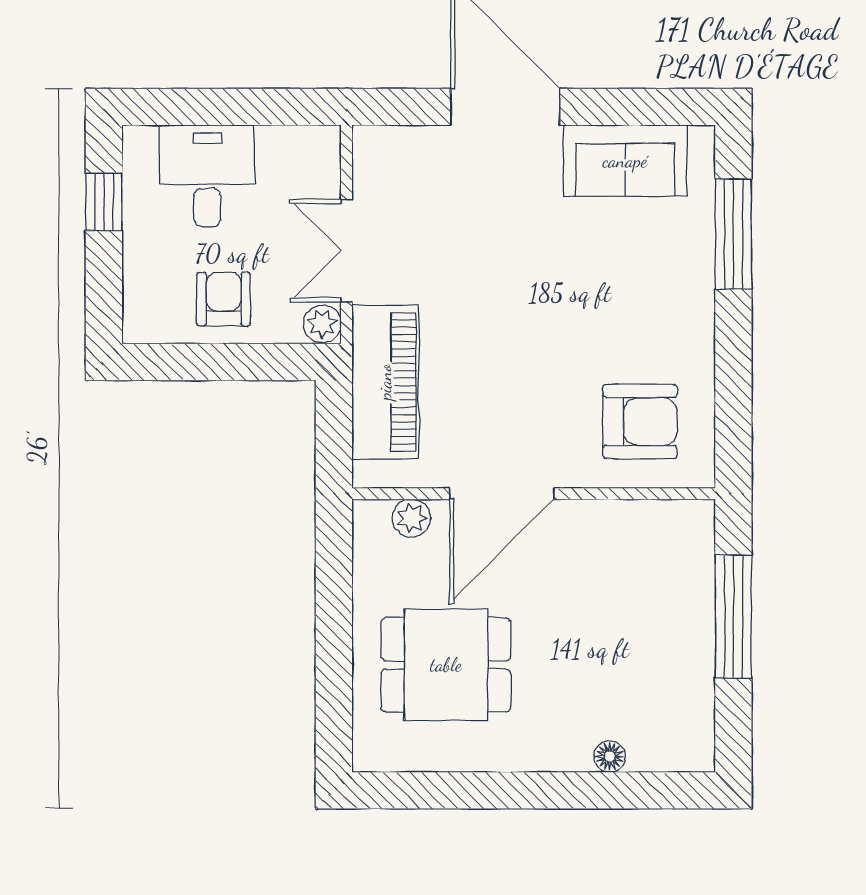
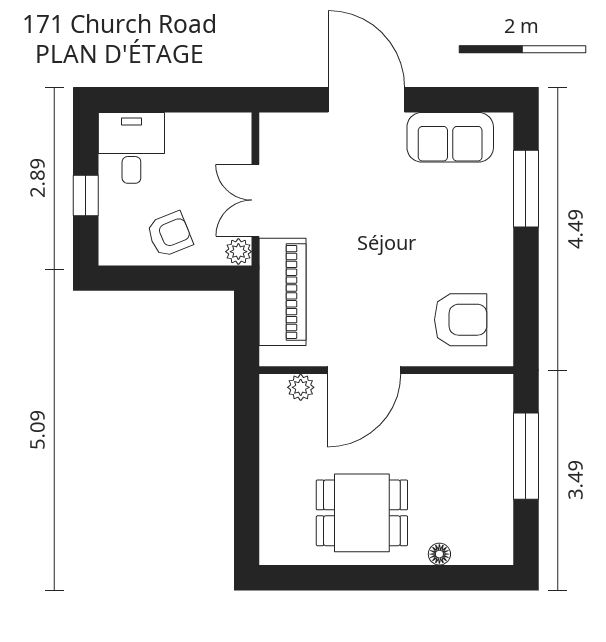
desk: (207, 176) -> (131, 148), moved
window: (104, 202) -> (86, 195), moved
armchair: (224, 299) -> (169, 234), turned 68
dining table: (446, 665) -> (362, 513), moved

